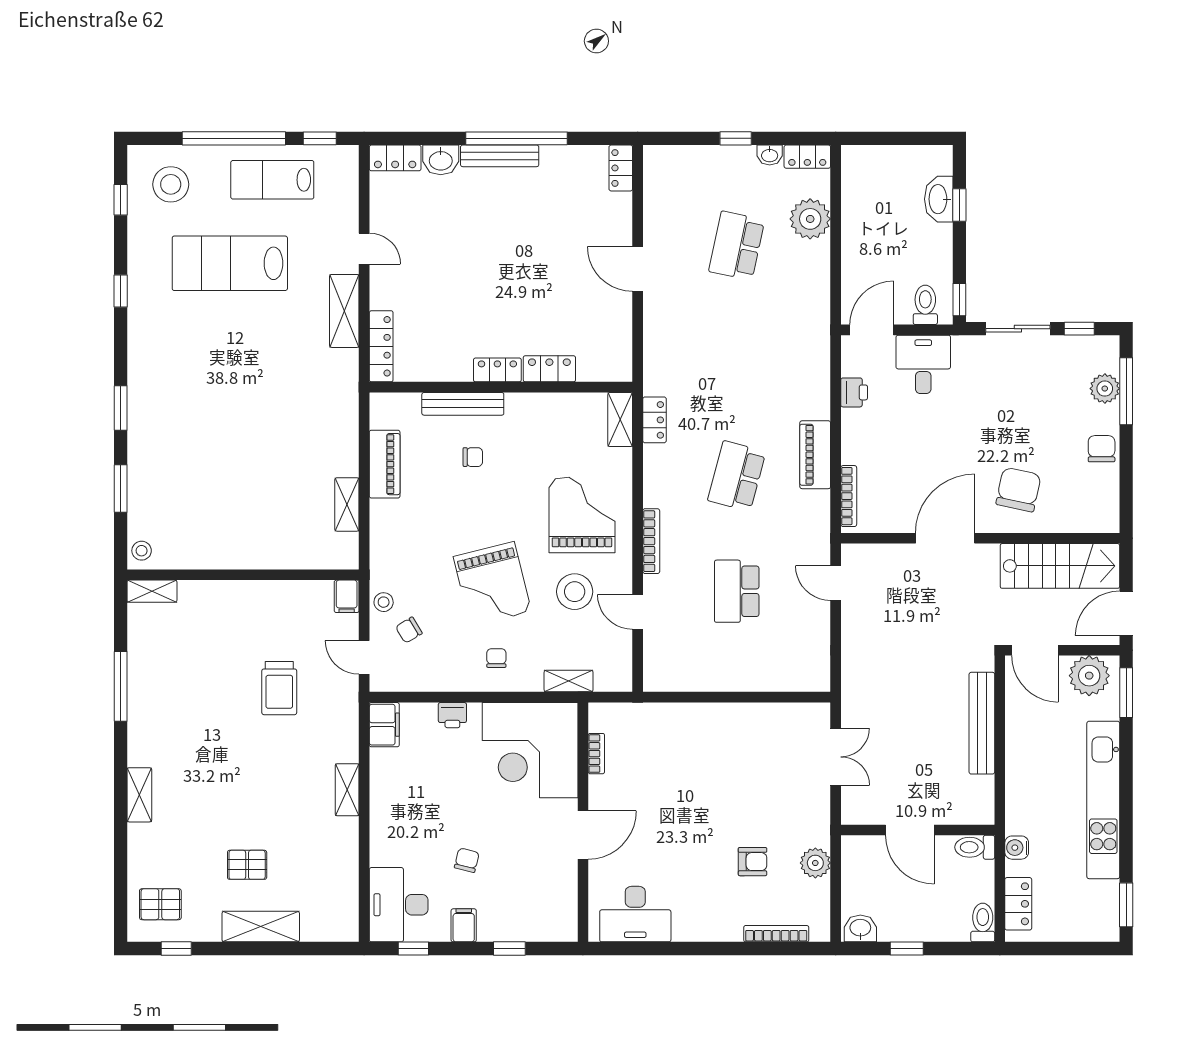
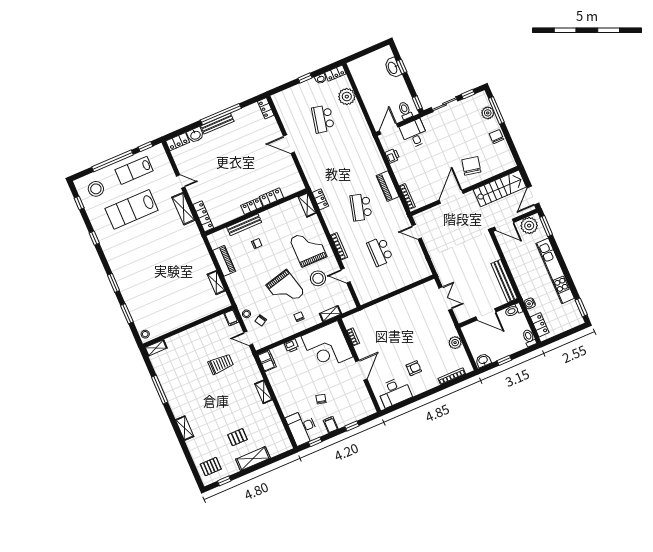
trolley: (279, 688) -> (221, 364), turned -90
bench: (982, 723) -> (504, 281), moved
armchair: (752, 862) -> (414, 368), moved

